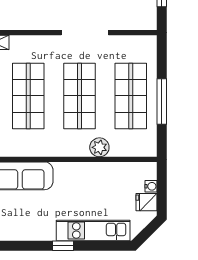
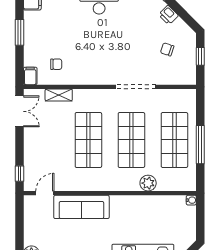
water cooler: (151, 186) -> (191, 200), moved
fridge: (146, 202) -> (188, 229), removed

